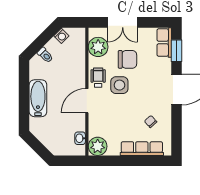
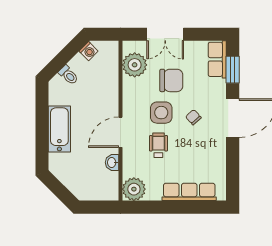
wheelchair: (98, 78) -> (158, 145), moved
chair: (151, 122) -> (193, 117), moved
washbasin: (80, 138) -> (112, 163), moved

